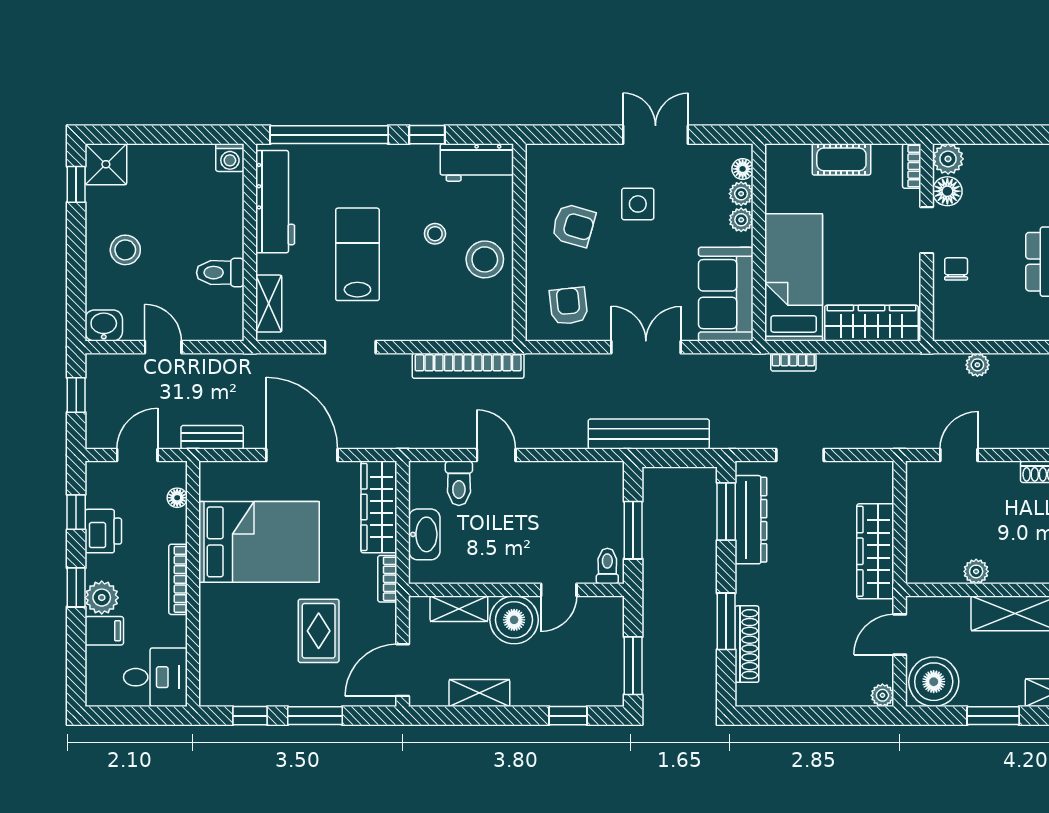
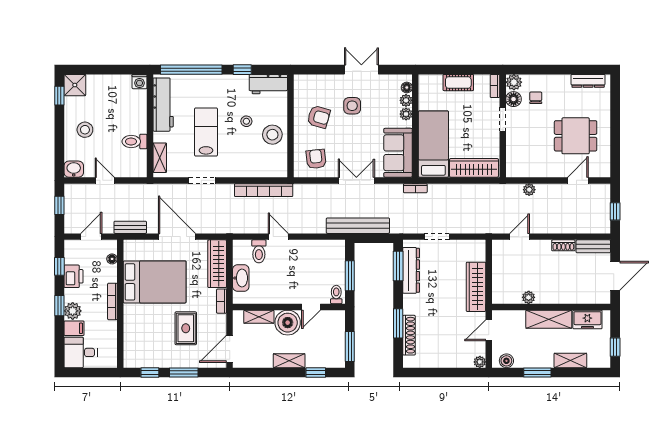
chair: (956, 269) -> (536, 98), moved
bookcase: (793, 362) -> (415, 188), moved
desk: (155, 677) -> (81, 352), moved, turned 180
boiler: (934, 682) -> (506, 361), width x0.54, depth x0.54
shelving: (479, 693) -> (289, 361), moved

